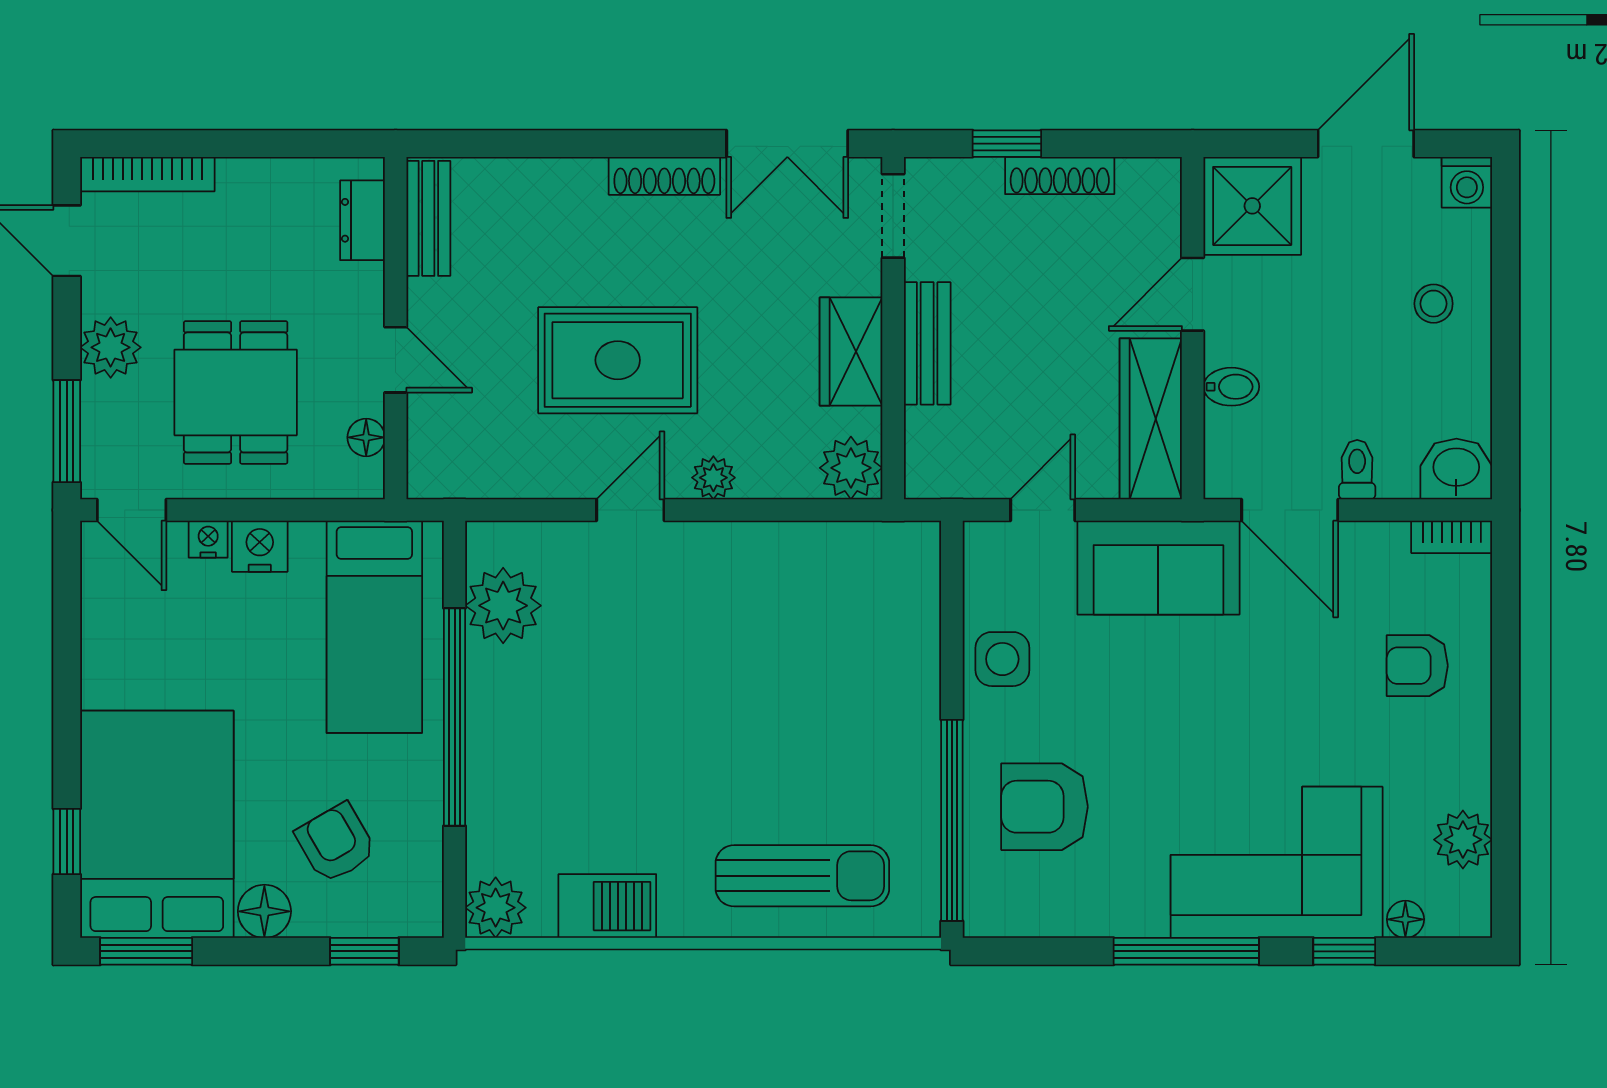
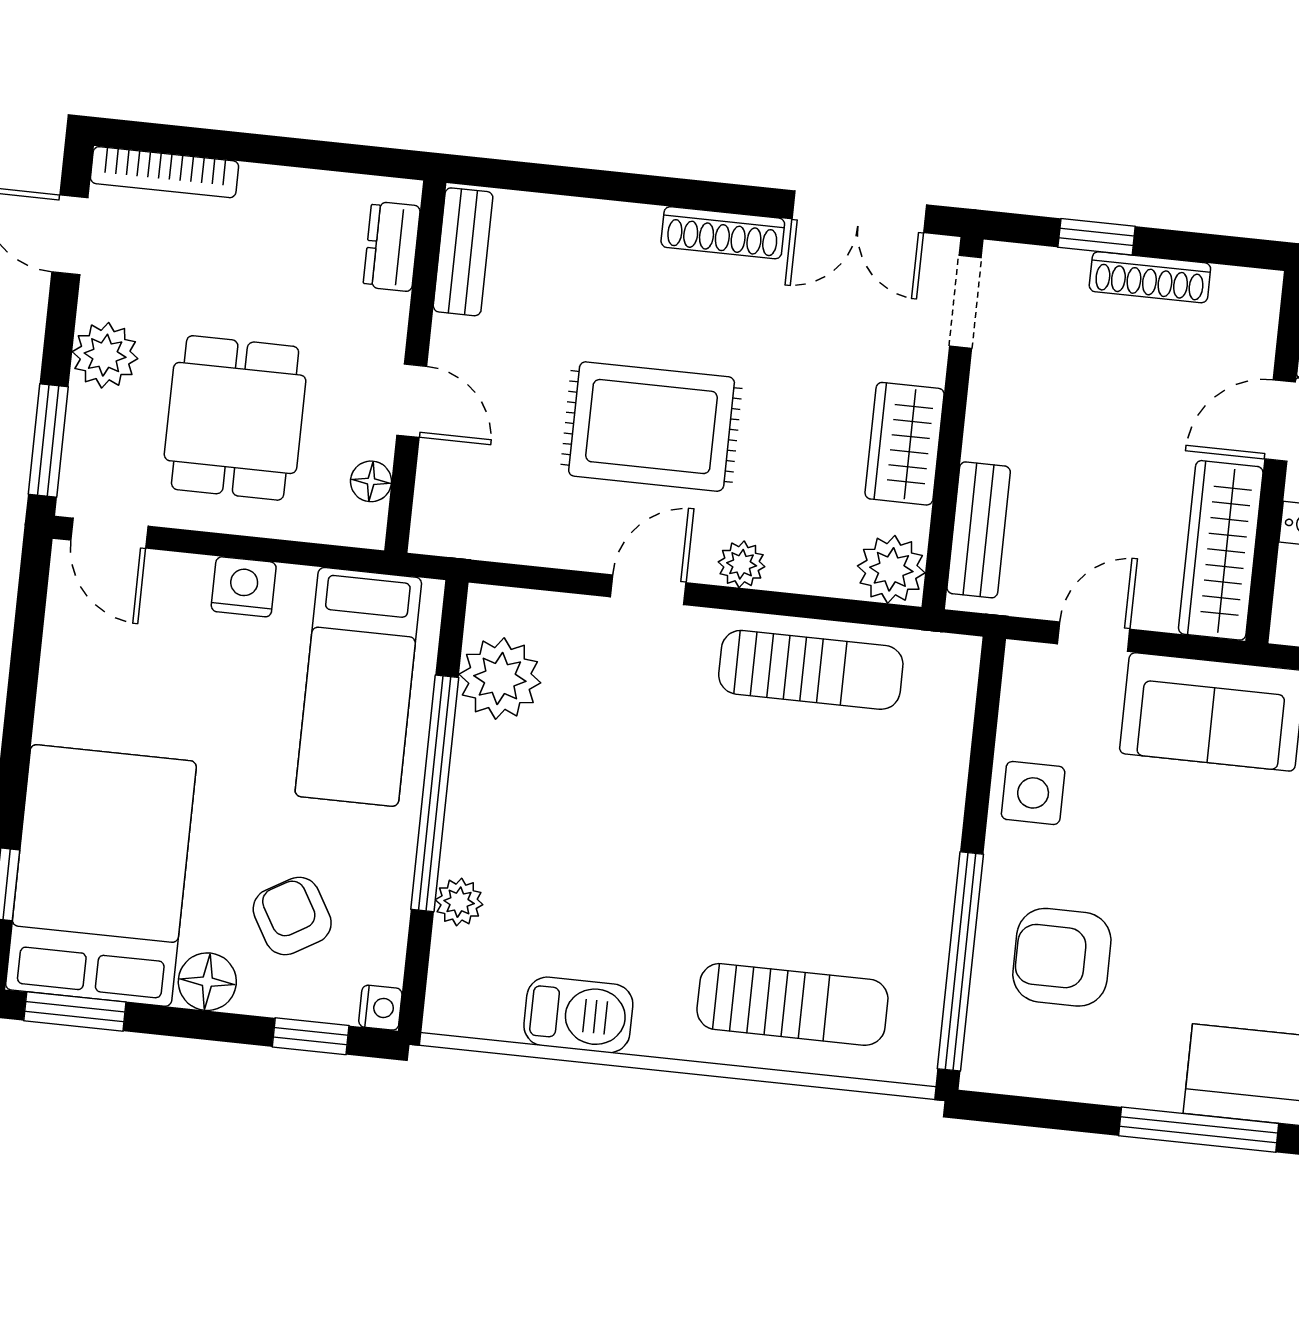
bench: (927, 343) -> (979, 530), moved
nightstand: (208, 539) -> (380, 1008), moved, turned 90
sun lounger: (787, 568) -> (811, 670), added
plant: (496, 908) -> (459, 902), moved, width x0.73, depth x0.73

